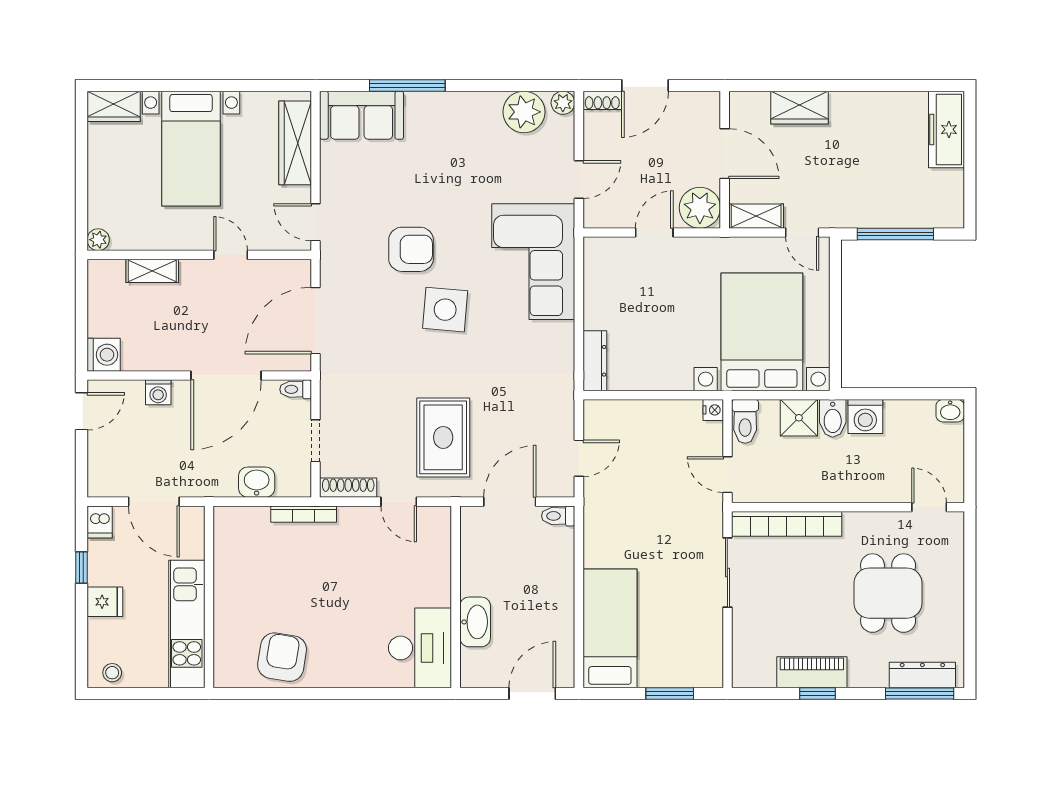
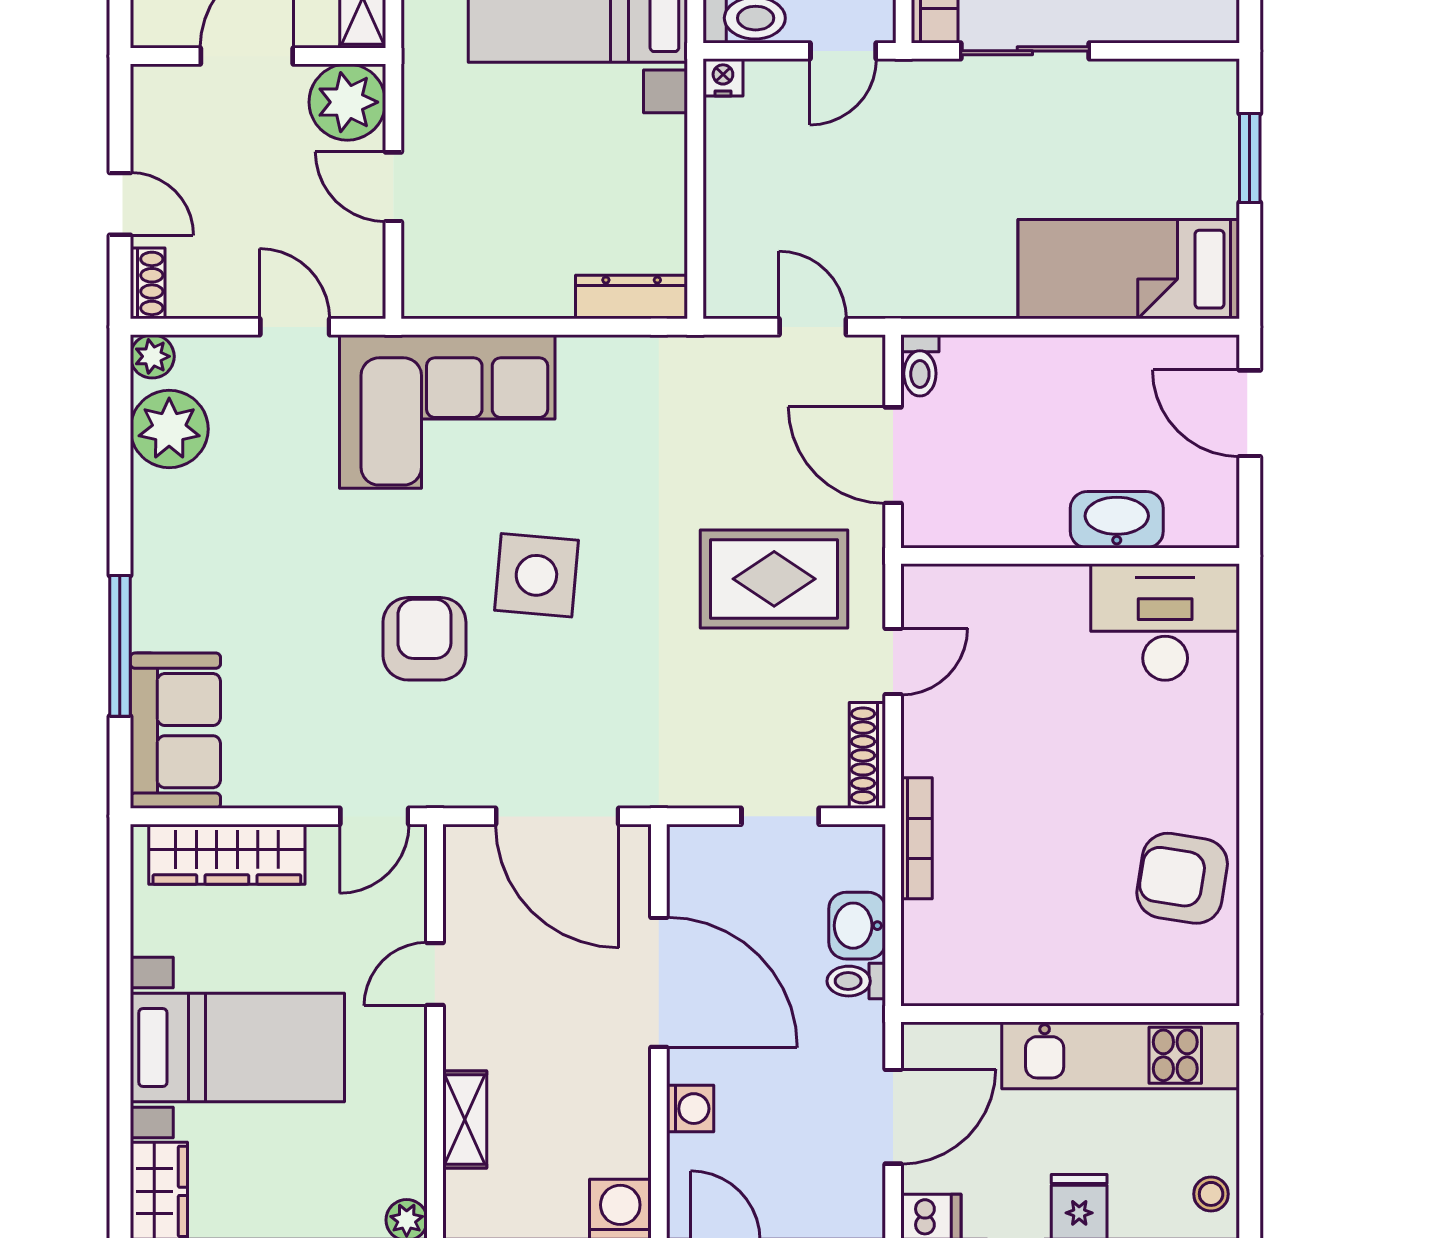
door: (645, 85) -> (120, 204), width x0.73
toilet: (296, 389) -> (856, 981), moved, turned 90

